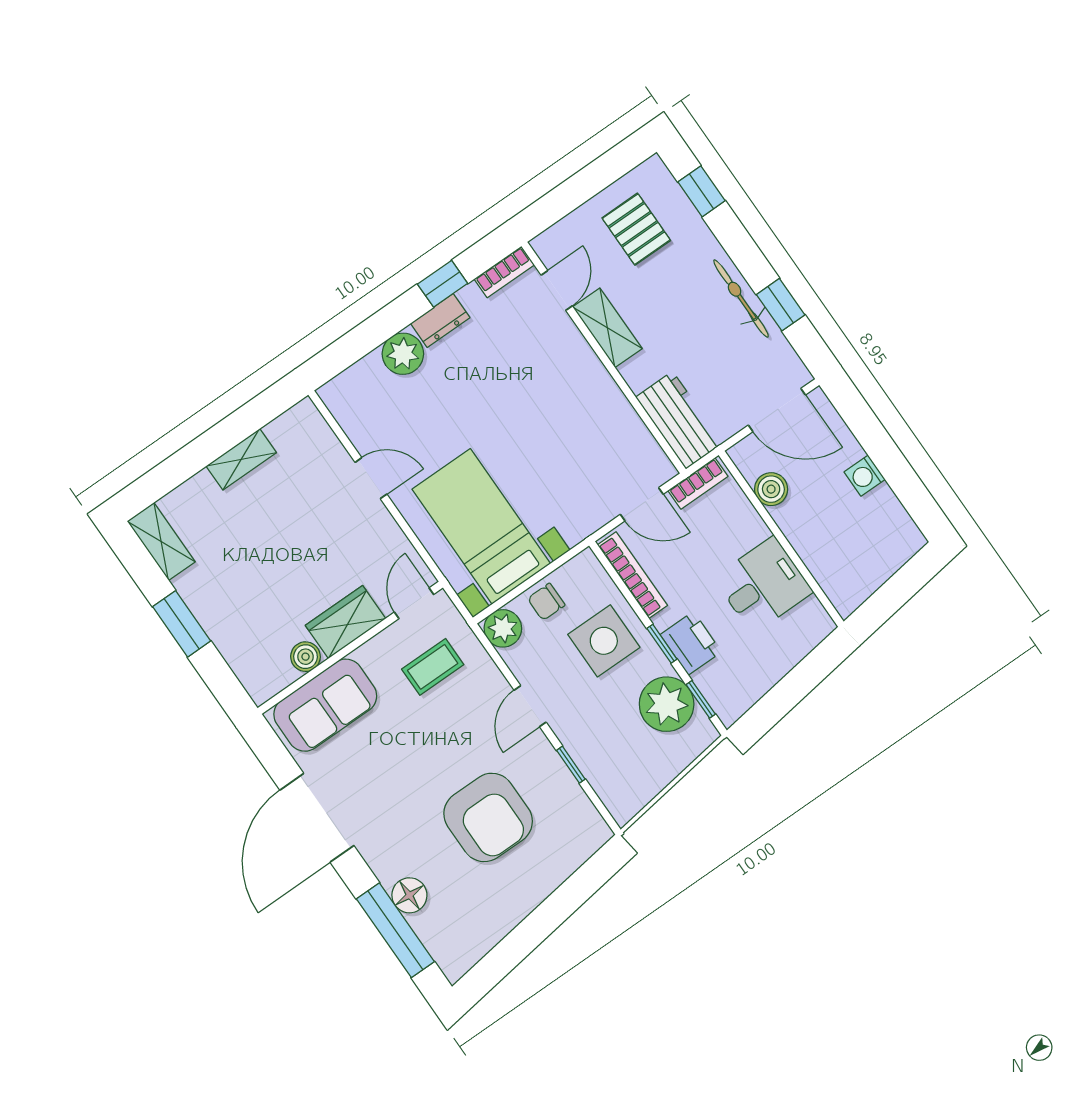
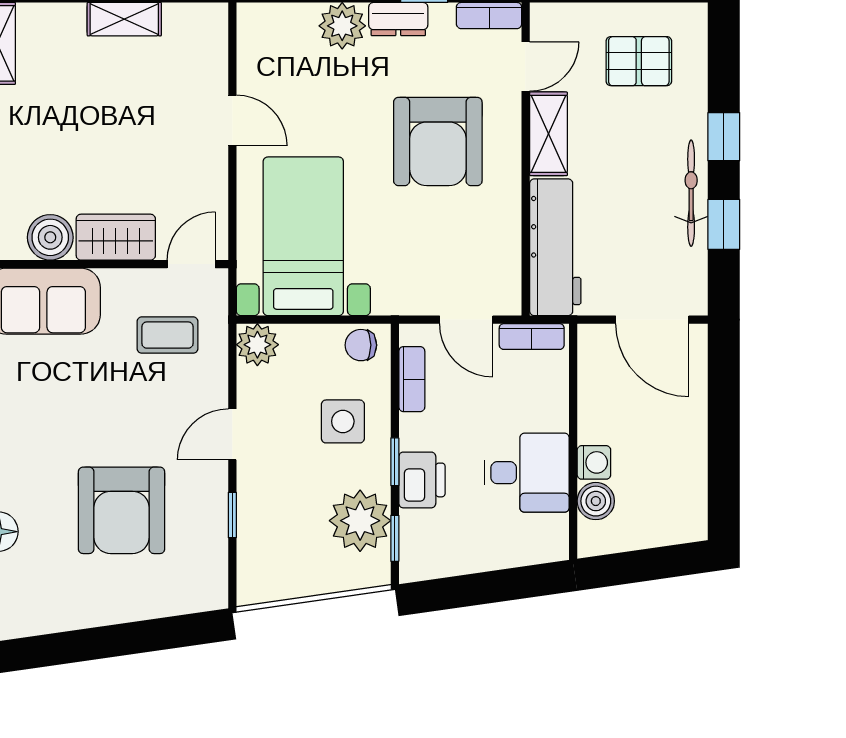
window: (702, 191) -> (724, 137), moved
pallet: (636, 229) -> (639, 61), turned 90
armchair: (531, 389) -> (438, 141), added
workbench: (679, 420) -> (555, 247), width x1.38
washing machine: (865, 476) -> (594, 462), moved, turned 180
boiler: (771, 489) -> (596, 501), moved
bookcase: (632, 575) -> (412, 379), width x0.64
chair: (546, 602) -> (361, 345), moved
side table: (604, 641) -> (343, 421), width x0.73, depth x0.73
boiler: (305, 657) -> (50, 237), width x1.36, depth x1.36

